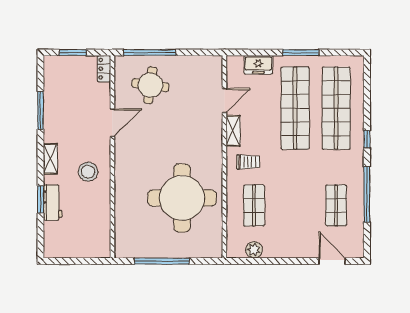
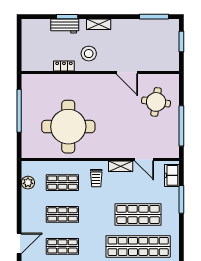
window: (150, 53) -> (181, 126), moved
window: (301, 53) -> (181, 199), moved
freezer: (258, 65) -> (172, 175), moved
locker: (104, 69) -> (64, 66), moved
shop shelf: (295, 108) -> (138, 214), width x0.71
window: (41, 110) -> (154, 17), moved
shop shelf: (295, 205) -> (62, 214), added

